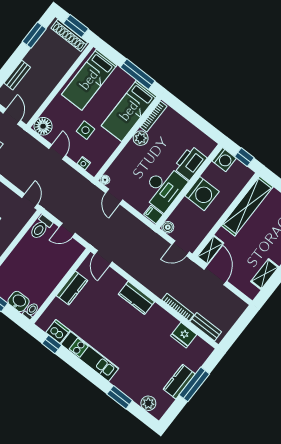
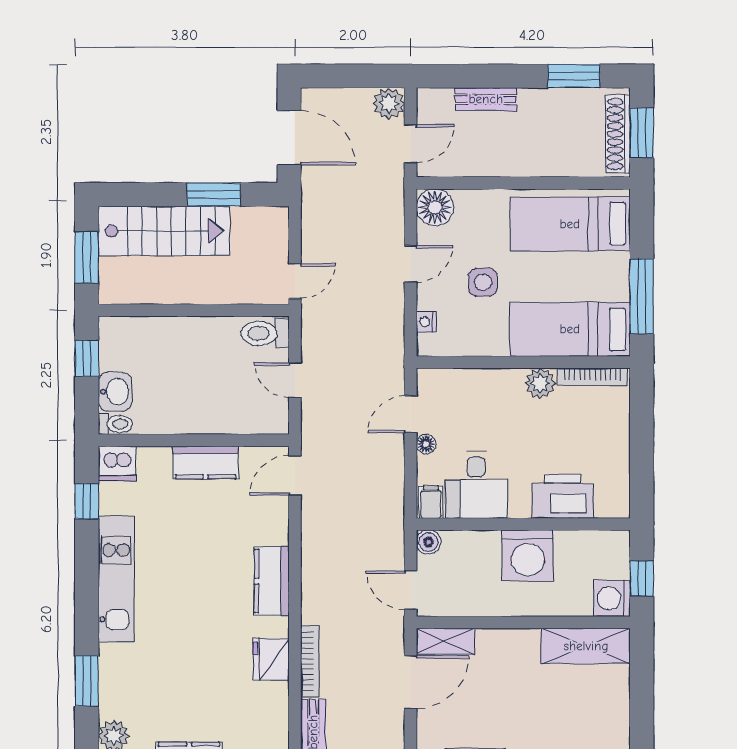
washing machine: (224, 160) -> (612, 598), moved, turned 90
floor lamp: (105, 180) -> (426, 444), moved
desk: (164, 188) -> (476, 485), width x0.73
shelving: (247, 206) -> (586, 646), width x0.68
dishwasher: (58, 332) -> (117, 464), moved, turned 90
fridge: (184, 335) -> (271, 659), moved

